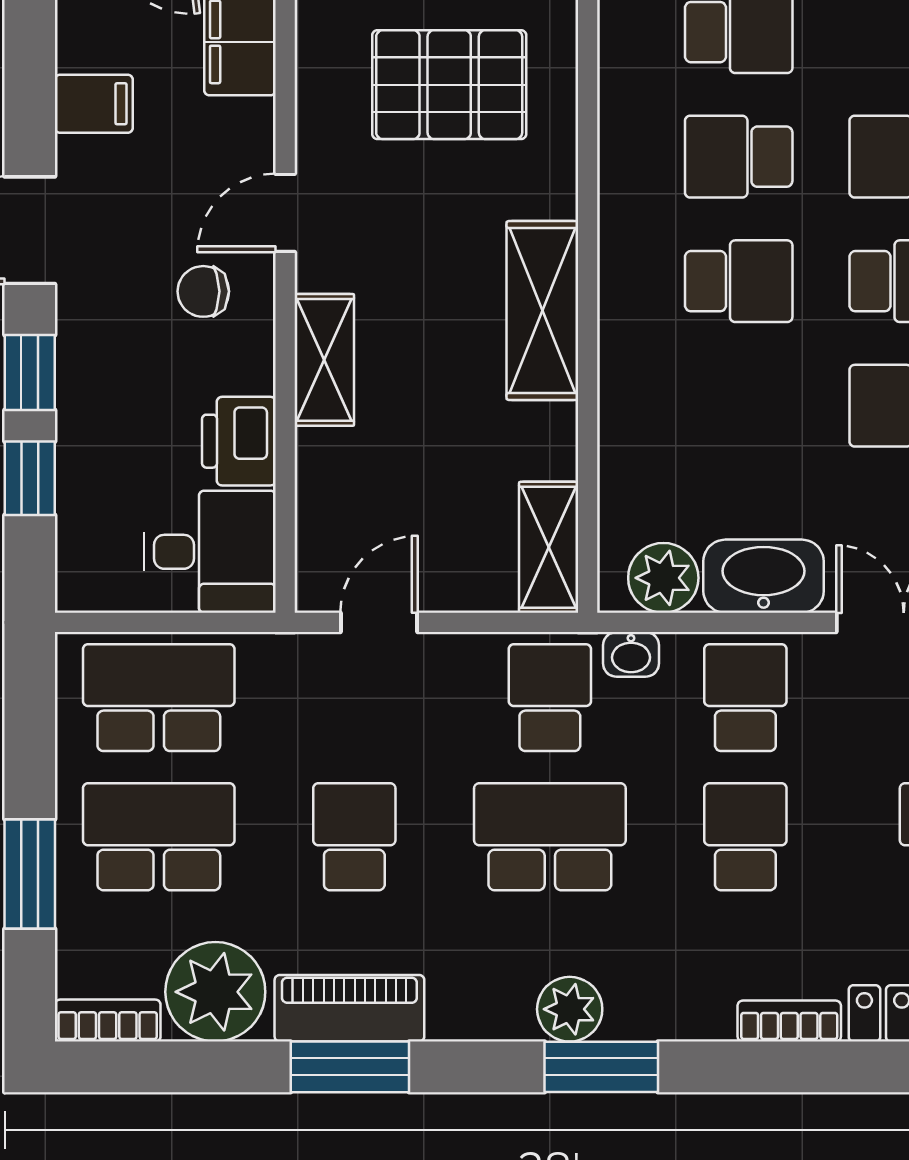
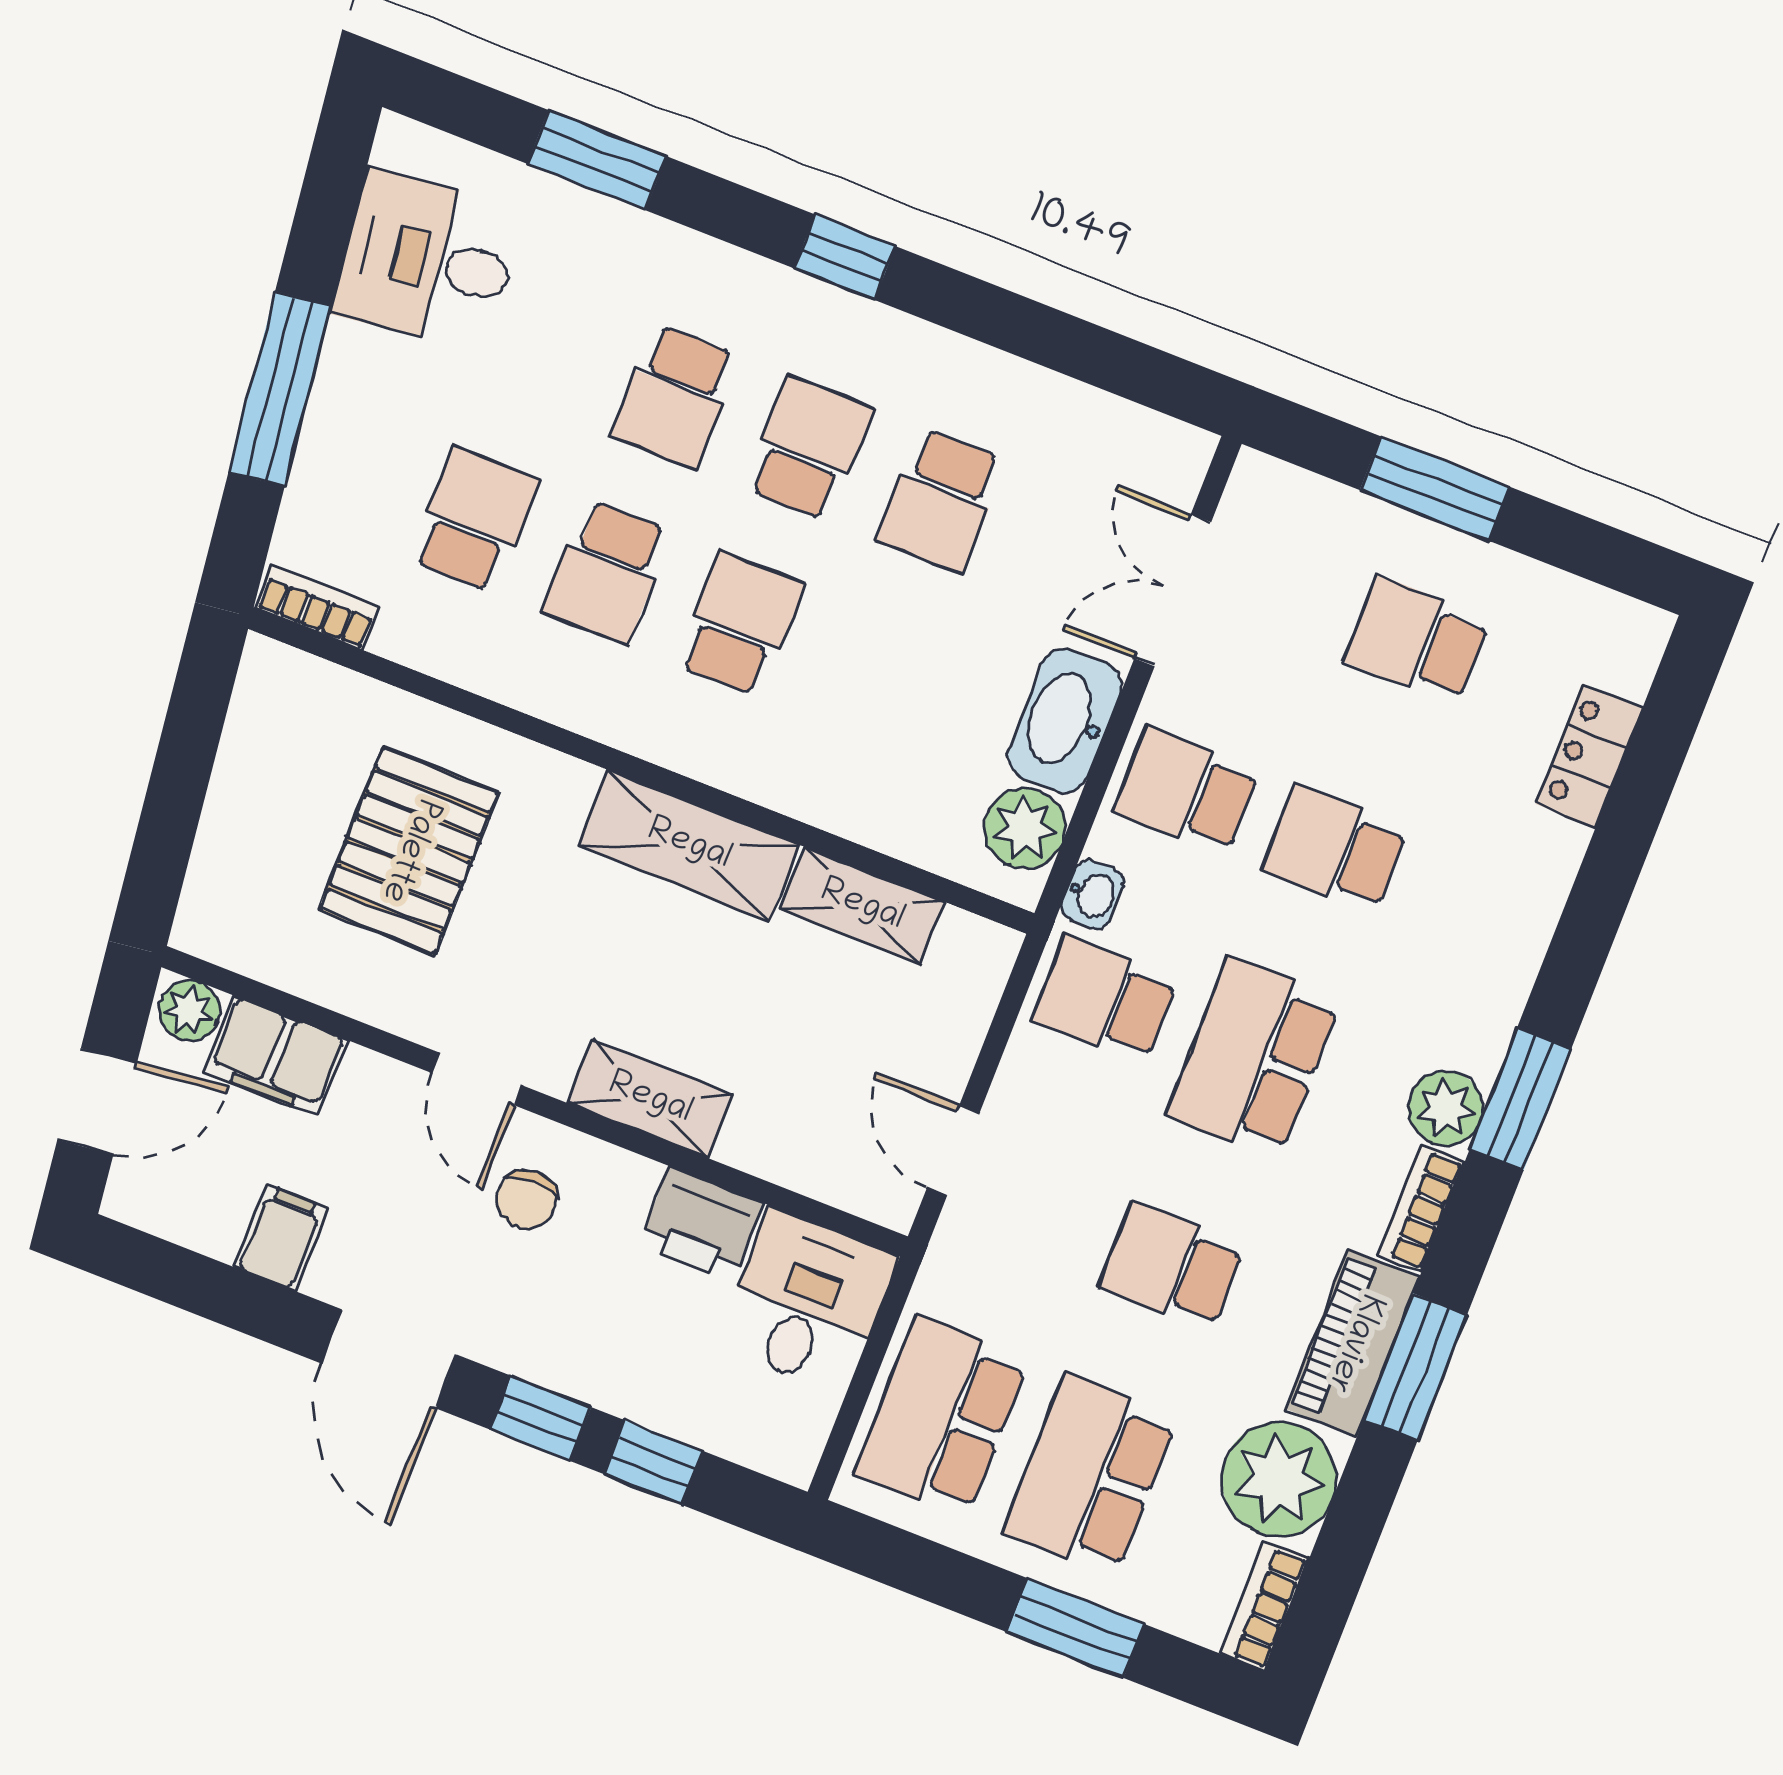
shelving: (549, 547) -> (862, 906), moved
bookcase: (789, 1021) -> (1421, 1208), moved

